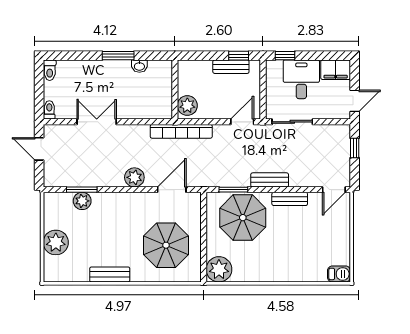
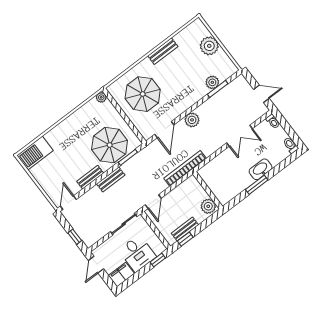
washbasin: (139, 66) -> (261, 169), moved, width x1.91, depth x1.45
plant: (187, 106) -> (208, 206), moved
plant: (219, 269) -> (101, 97), width x0.53, depth x0.53
barbecue: (339, 274) -> (35, 153), width x1.88, depth x1.53

